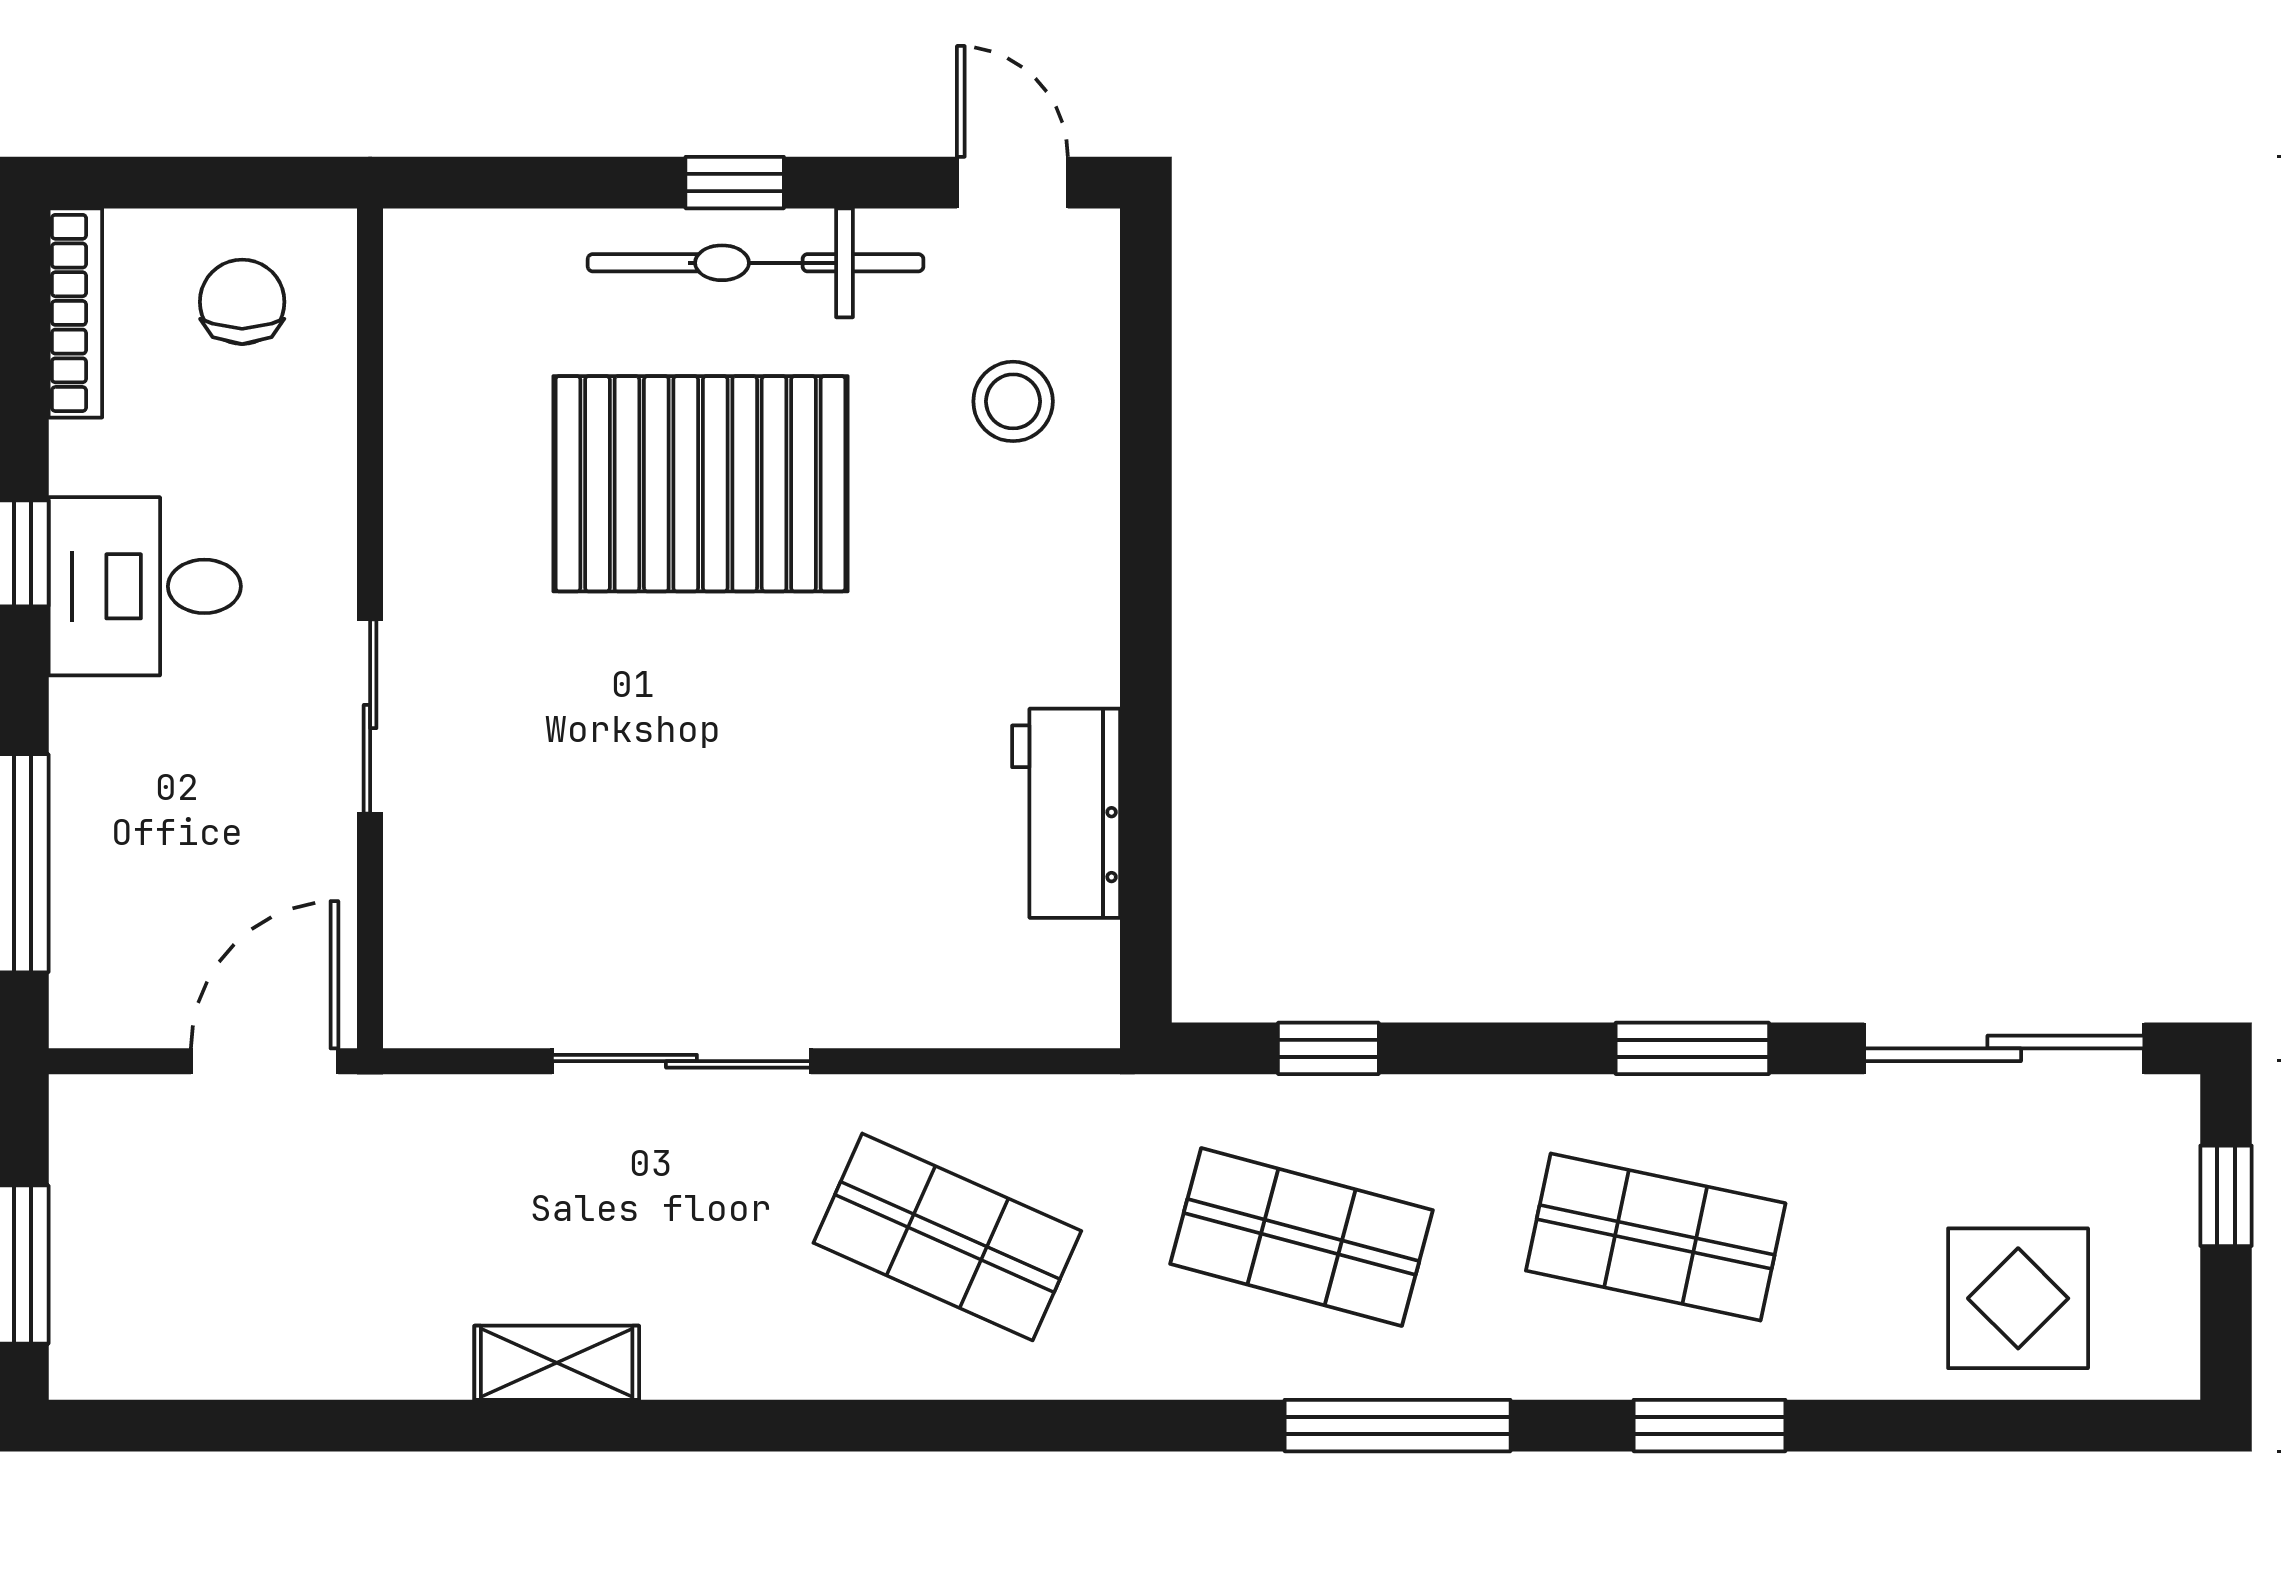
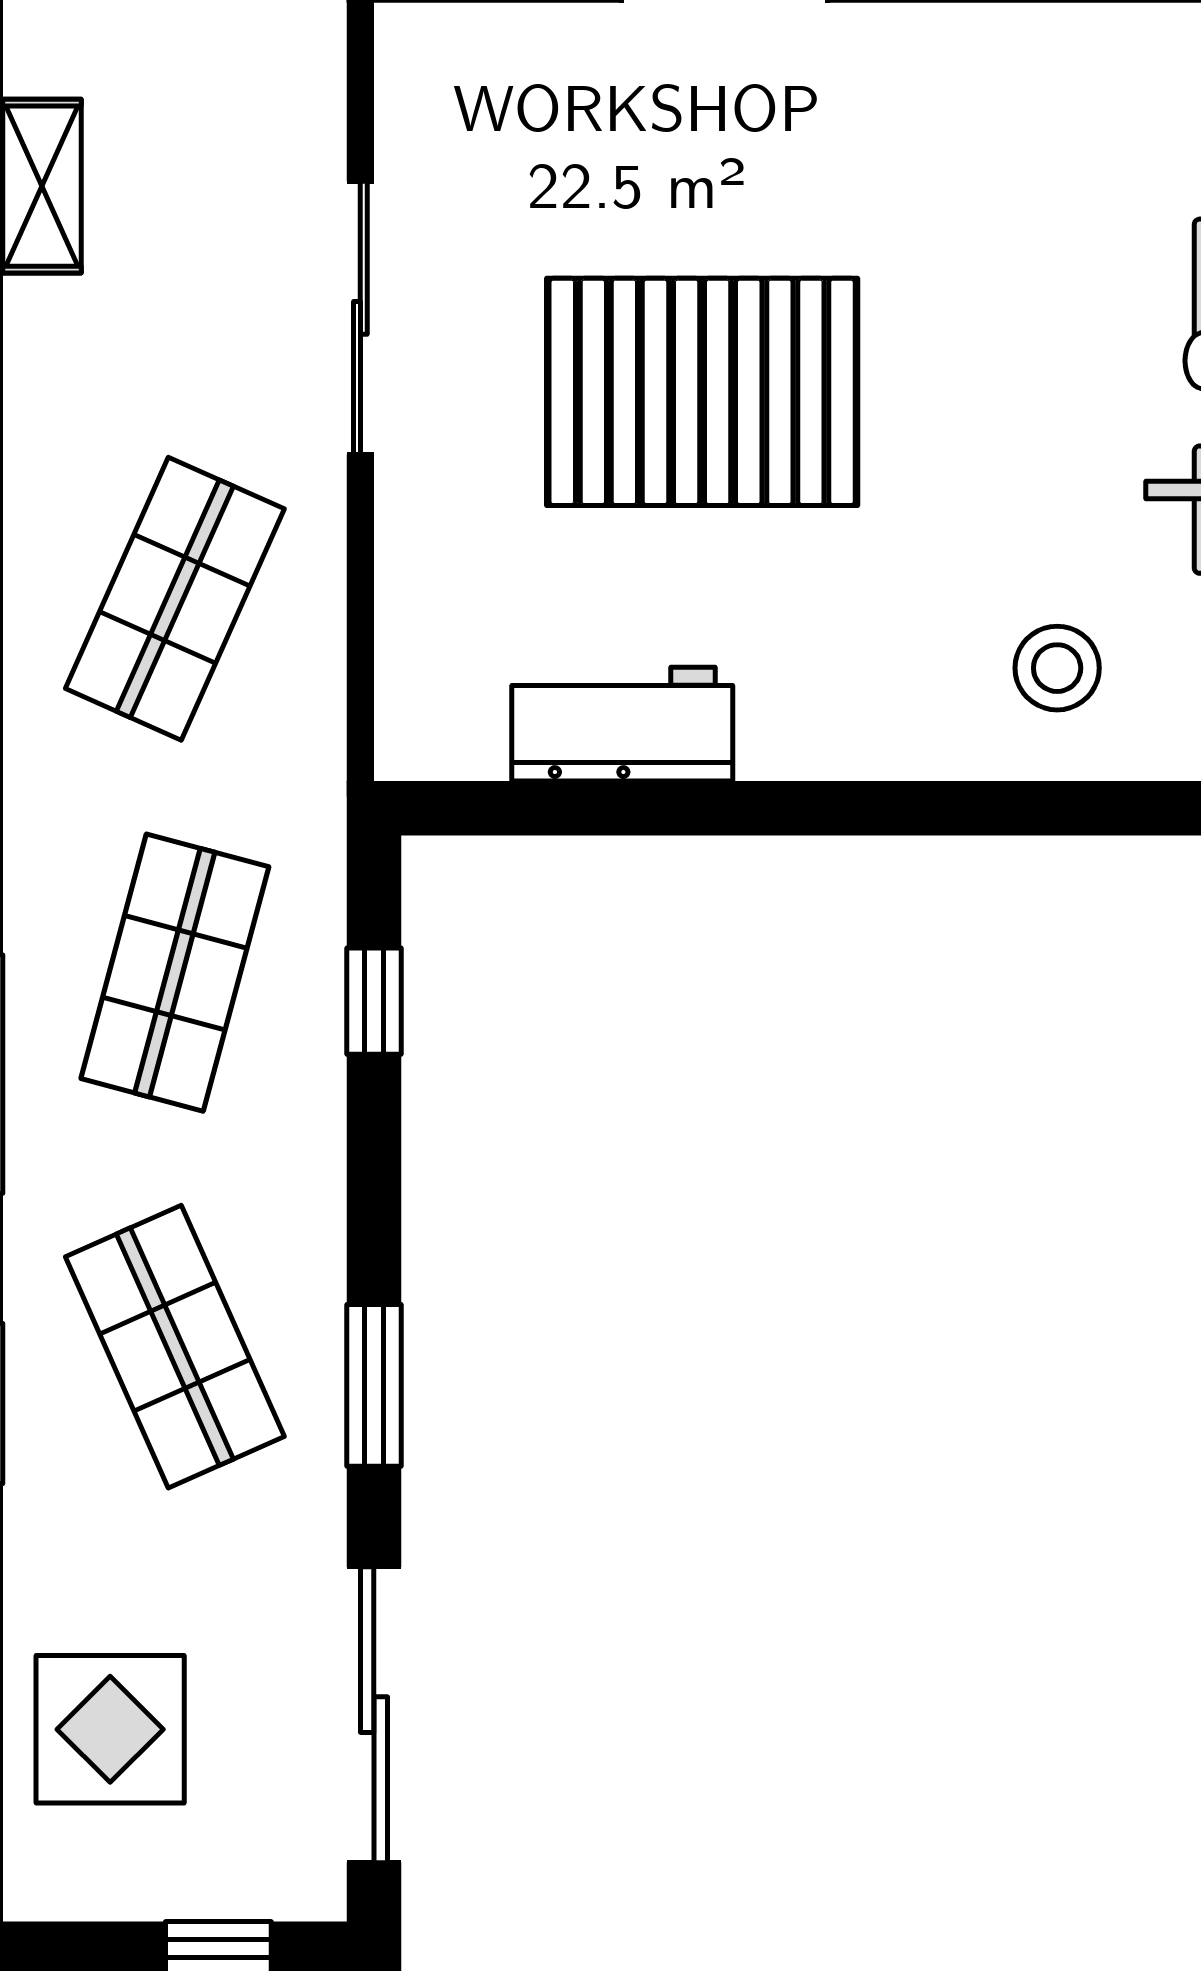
pallet: (700, 484) -> (702, 392), moved, turned 90
shop shelf: (1656, 1237) -> (175, 1347), turned -36

